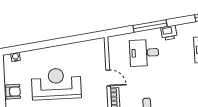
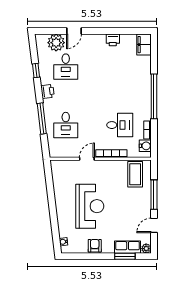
printer: (169, 33) -> (48, 91), moved
reception desk: (56, 84) -> (90, 206), turned 180

